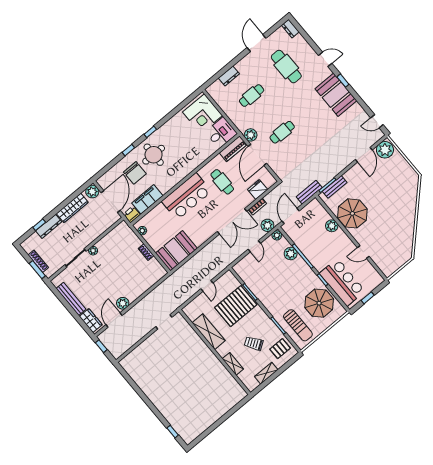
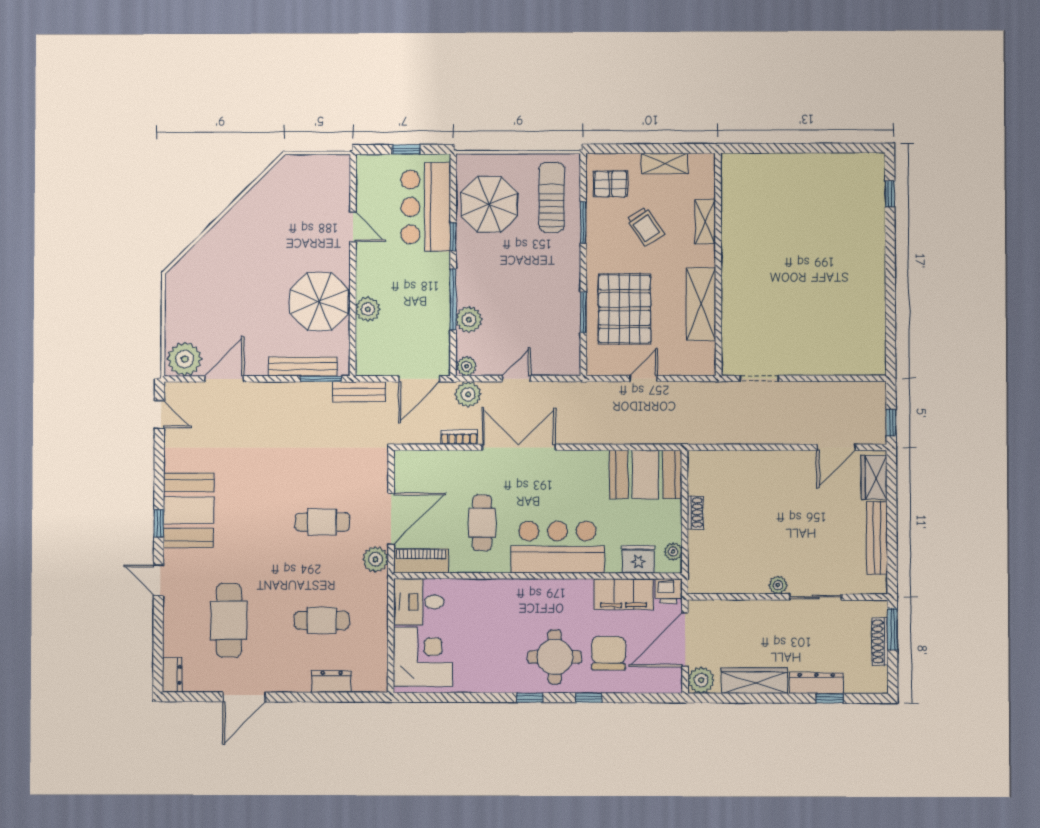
bench: (335, 187) -> (303, 367), width x1.36
fridge: (258, 190) -> (638, 559), moved, turned 180
plant: (123, 303) -> (800, 462), removed
pallet: (236, 306) -> (625, 309), turned 90

